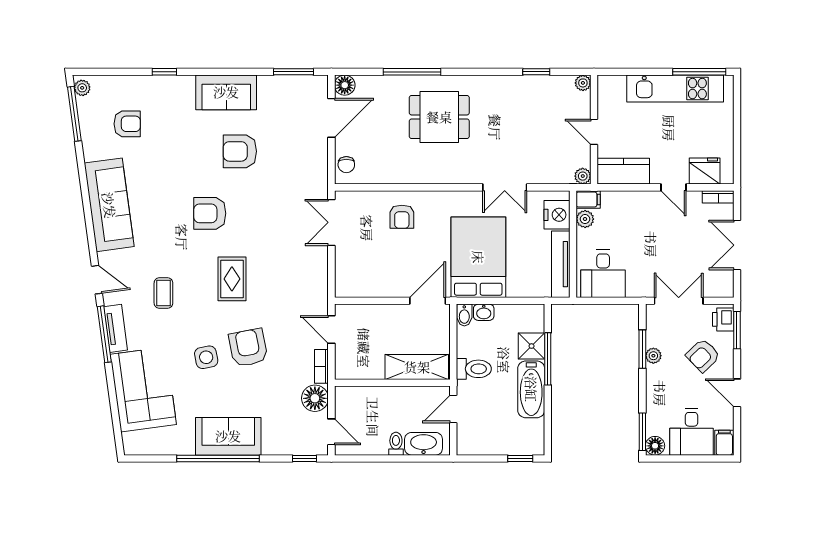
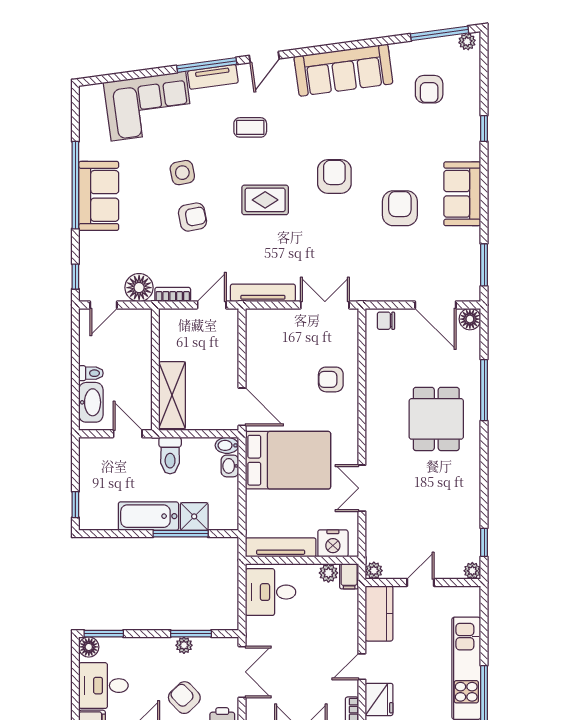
window: (536, 72) -> (484, 542), moved
tv unit: (320, 281) -> (263, 293), added
armchair: (248, 348) -> (192, 217), width x0.72, depth x0.72

